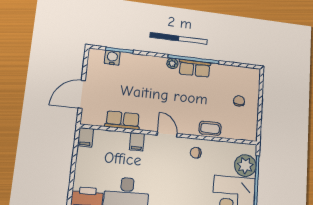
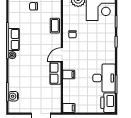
row of seats: (122, 120) -> (55, 73), moved

